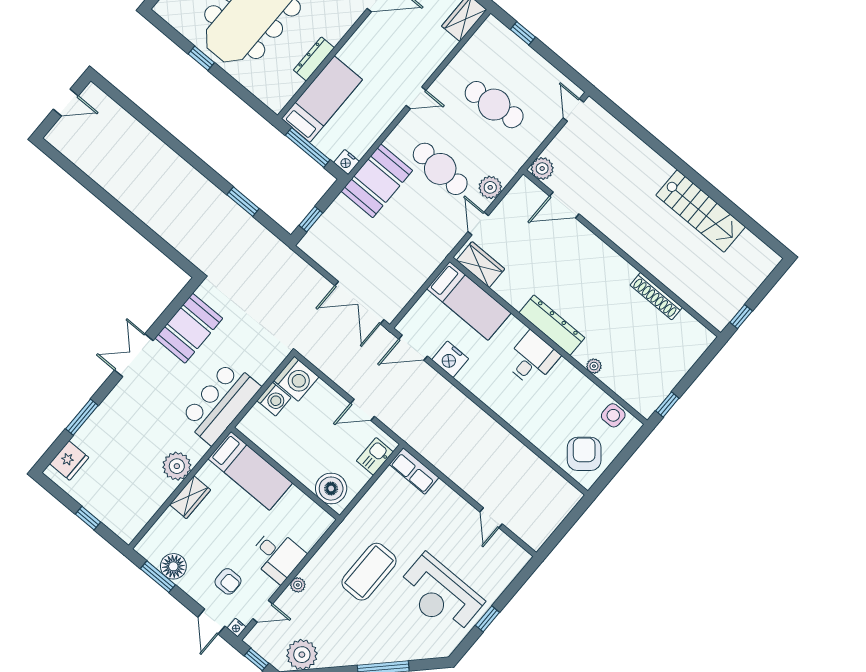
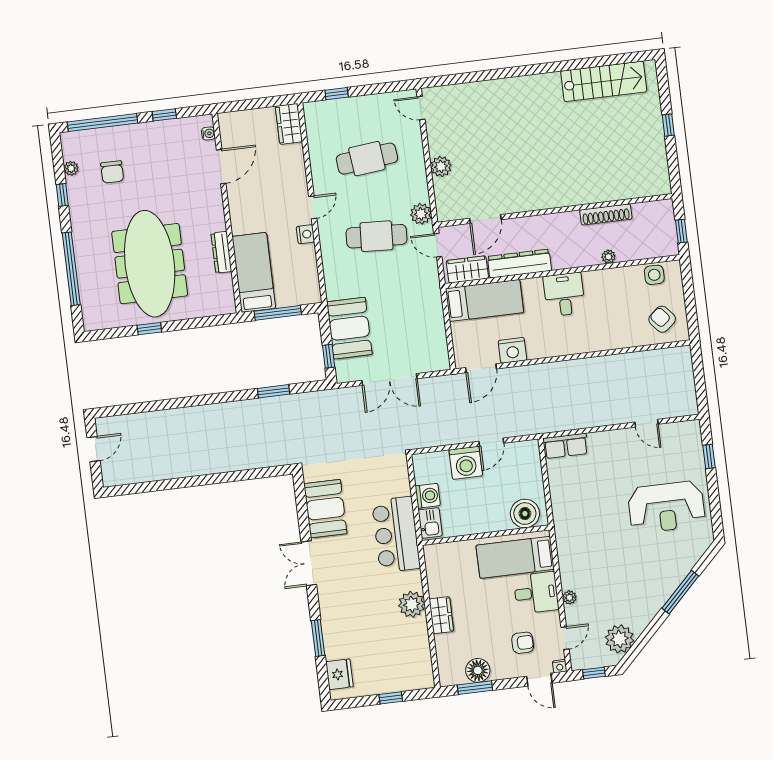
nightstand: (347, 162) -> (305, 234), moved, turned -90
booth: (377, 181) -> (349, 328), moved
door: (564, 205) -> (485, 219), moved
stairs: (701, 211) -> (604, 81), moved
wall: (622, 253) -> (555, 210), moved
shoe rack: (656, 296) -> (606, 214), moved
double door: (359, 303) -> (389, 379), moved
dresser: (552, 325) -> (519, 264), moved
washing machine: (296, 379) -> (466, 463), moved, turned 90
armchair: (584, 454) -> (662, 319), width x0.72, depth x0.72
kitchen sink: (375, 456) -> (430, 523), moved, turned 180
bed: (250, 471) -> (515, 557), moved, turned 180
coffee table: (369, 572) -> (606, 540), removed
window: (487, 619) -> (709, 457), moved

